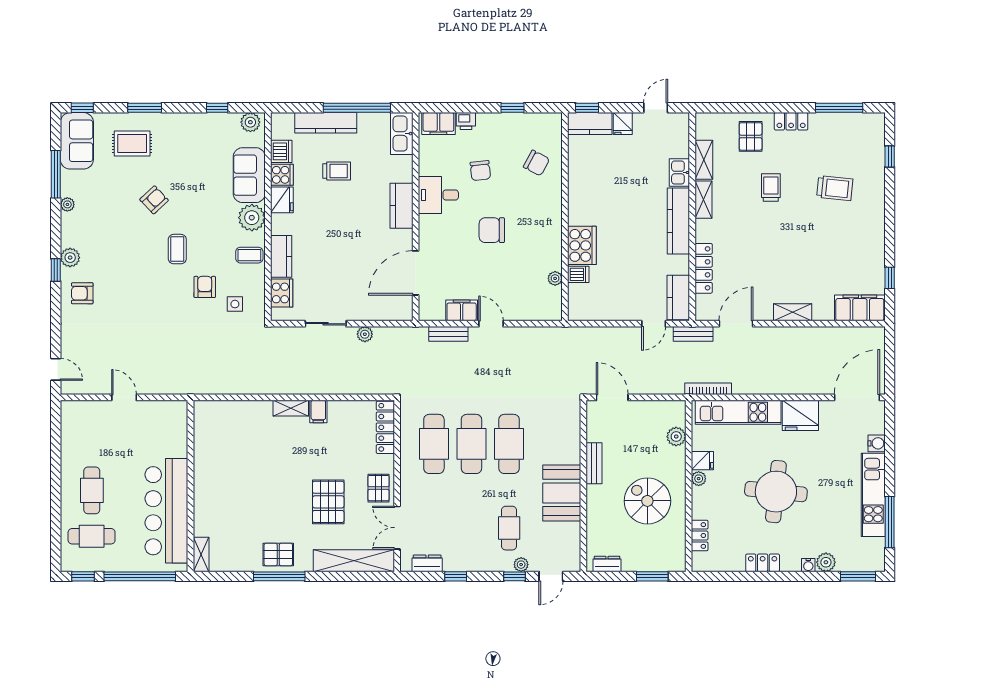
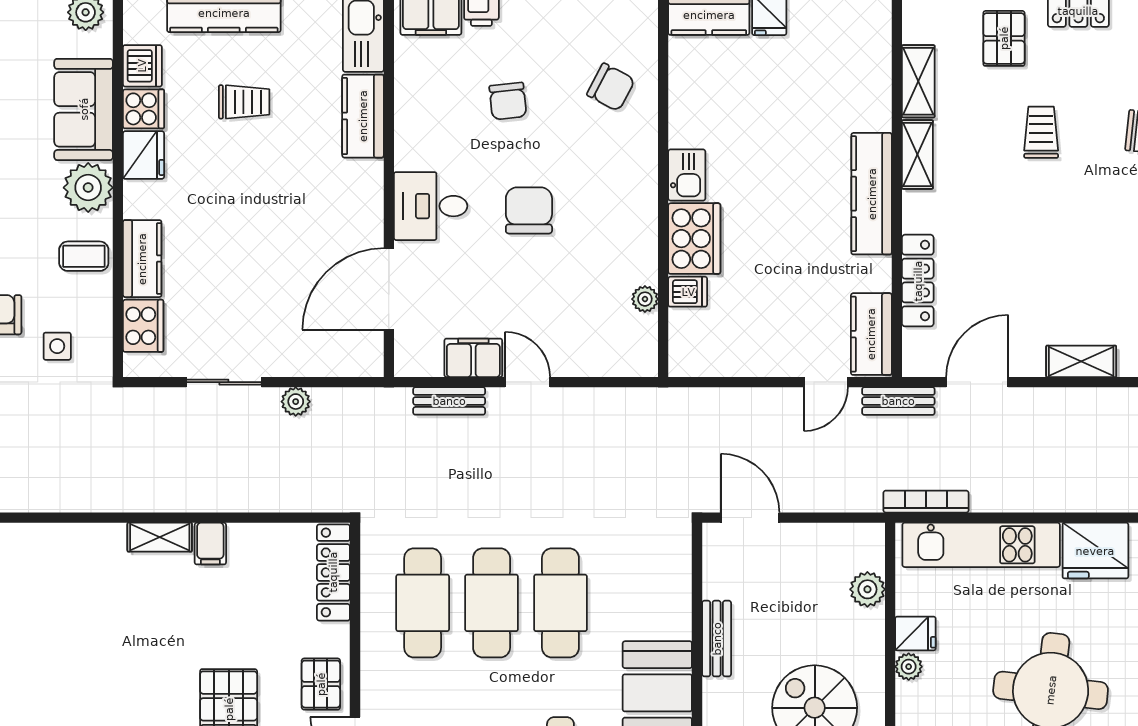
kitchen sink: (679, 173) -> (687, 175), moved, turned 180
desk: (438, 195) -> (431, 206), moved
kitchen counter: (401, 206) -> (363, 116), moved
chair: (492, 230) -> (529, 210), turned 90

